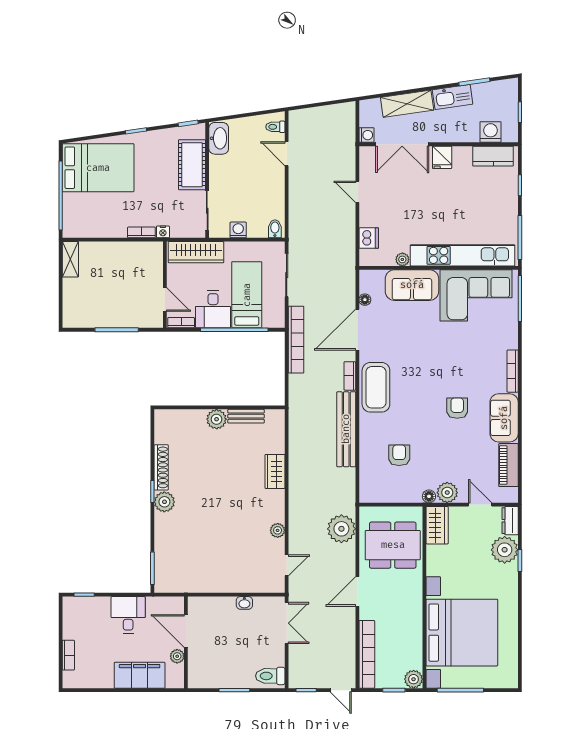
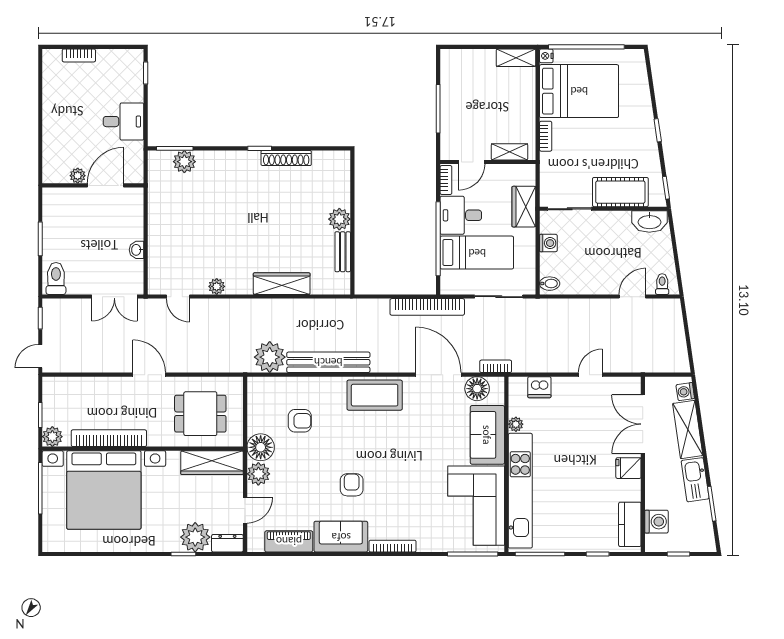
washing machine: (367, 135) -> (685, 392), moved, turned 82
bed: (98, 168) -> (579, 91), moved, turned -90
nightstand: (163, 232) -> (546, 56), moved
wardrobe: (196, 252) -> (524, 207), width x0.67
shelving: (156, 265) -> (510, 152), added
floor lamp: (365, 300) -> (477, 389), width x1.89, depth x1.89
bookcase: (350, 376) -> (496, 366), moved
armchair: (457, 408) -> (352, 485), turned -90
wardrobe: (275, 471) -> (282, 284), width x1.50
floor lamp: (429, 496) -> (261, 447), width x1.89, depth x1.89
plant: (164, 502) -> (184, 162), moved
wardrobe: (437, 525) -> (212, 463), width x1.50
plant: (341, 529) -> (270, 357), moved
dining table: (393, 545) -> (200, 414), width x0.73
bookcase: (367, 654) -> (109, 438), moved, turned 180
filing cabinet: (140, 675) -> (57, 134), removed

